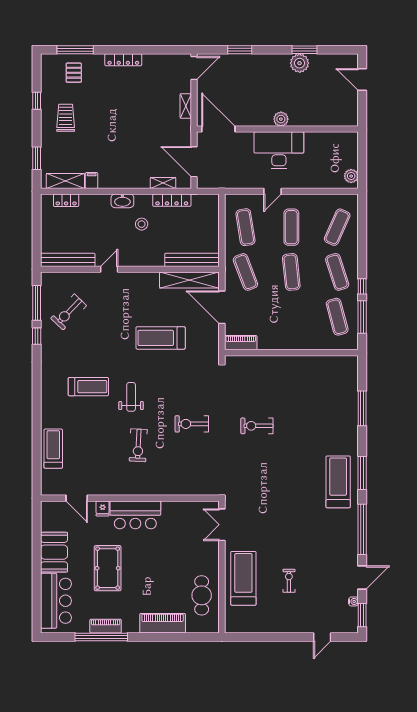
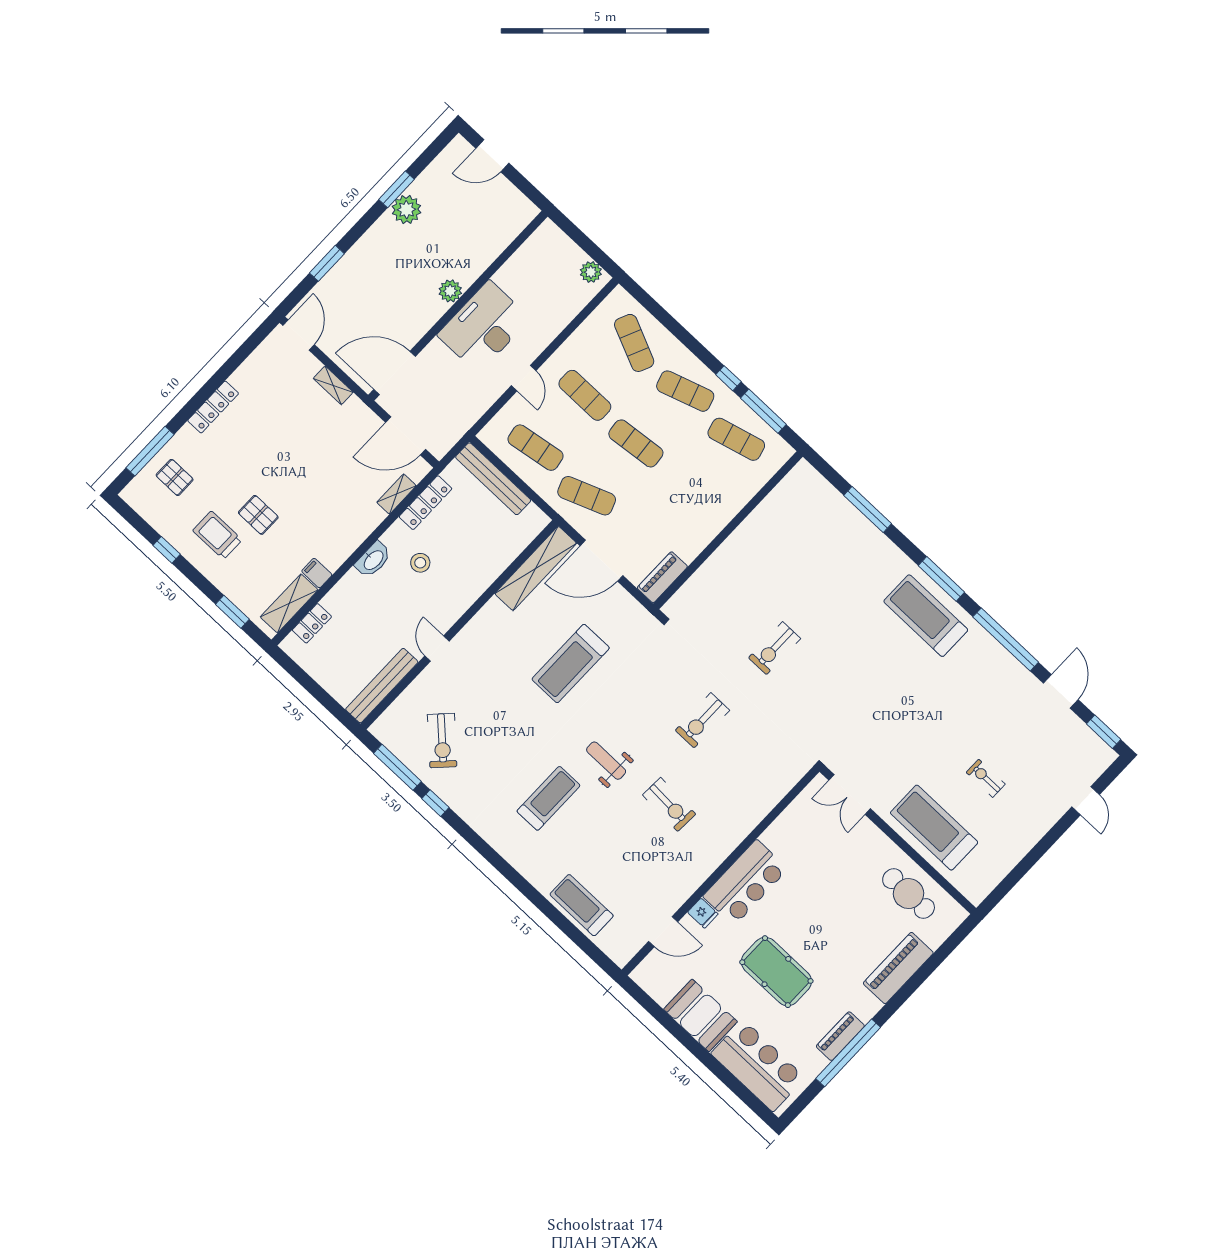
pallet: (93, 128) -> (258, 515), added
bench: (192, 260) -> (493, 479), moved, turned 90
water cooler: (353, 601) -> (1079, 727), removed

